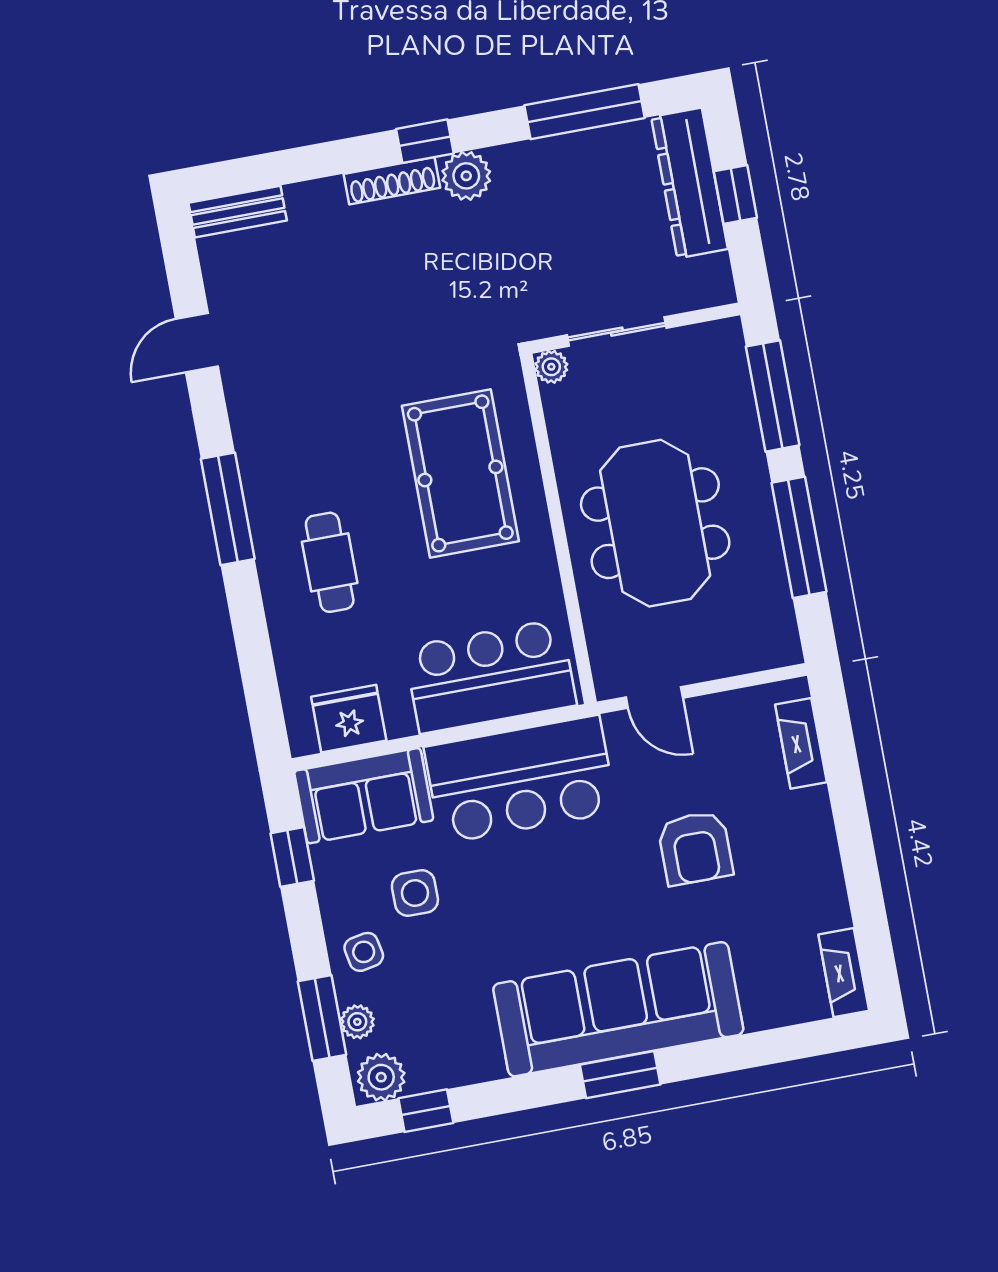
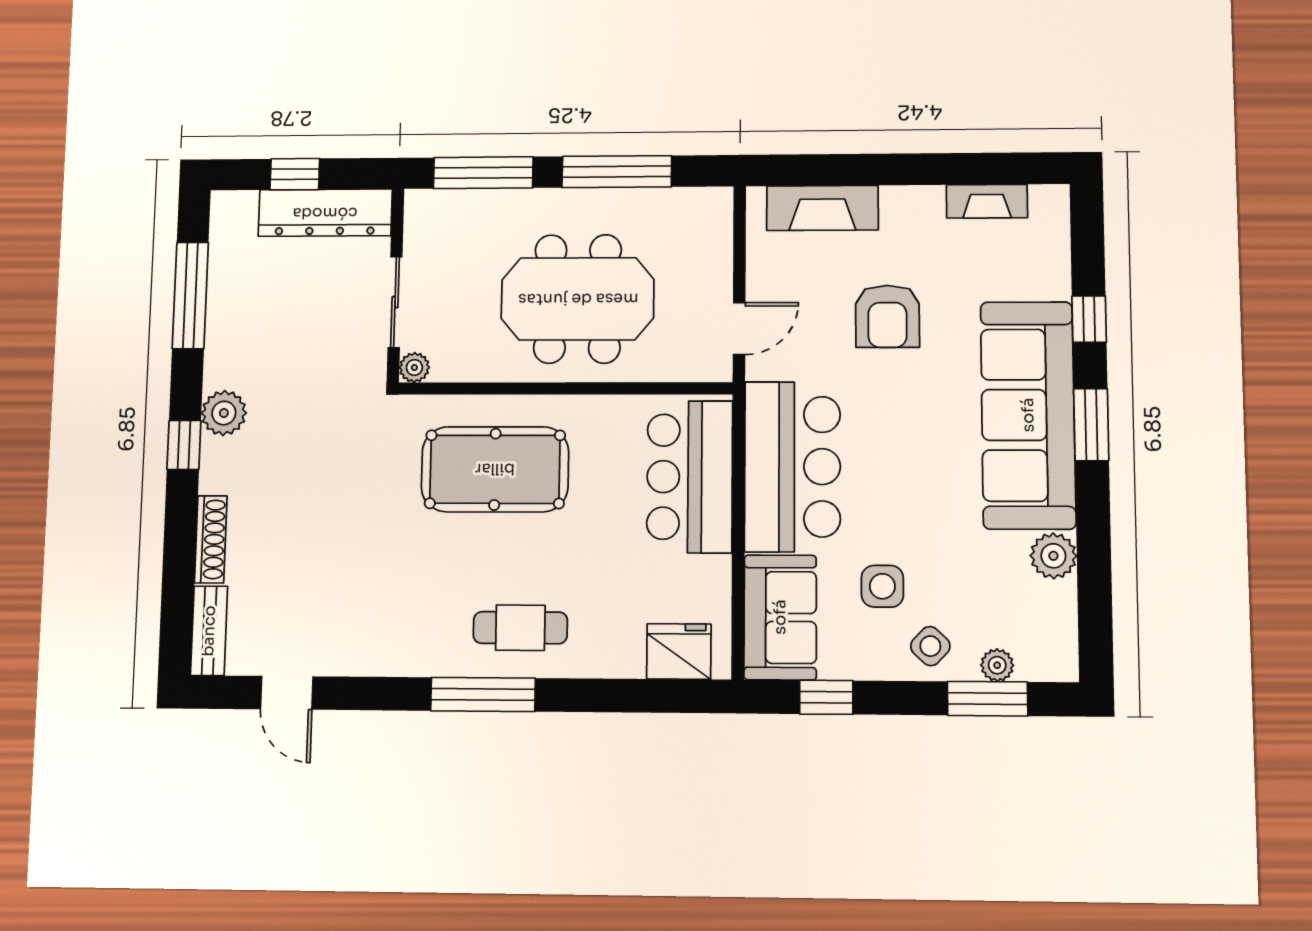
shoe rack: (392, 181) -> (211, 539), moved
dresser: (690, 183) -> (325, 213), moved
door: (197, 343) -> (287, 693), moved
cafe table: (330, 562) -> (520, 628), moved
fridge: (349, 719) -> (679, 651), moved, turned 90
fireplace: (801, 743) -> (822, 208), width x1.37, depth x1.32
armchair: (695, 848) -> (887, 316), turned 90
side table: (364, 952) -> (930, 646), turned -36
fireplace: (844, 973) -> (987, 201), moved
plant: (381, 1077) -> (1053, 556), moved
window: (426, 1111) -> (1089, 319), moved

